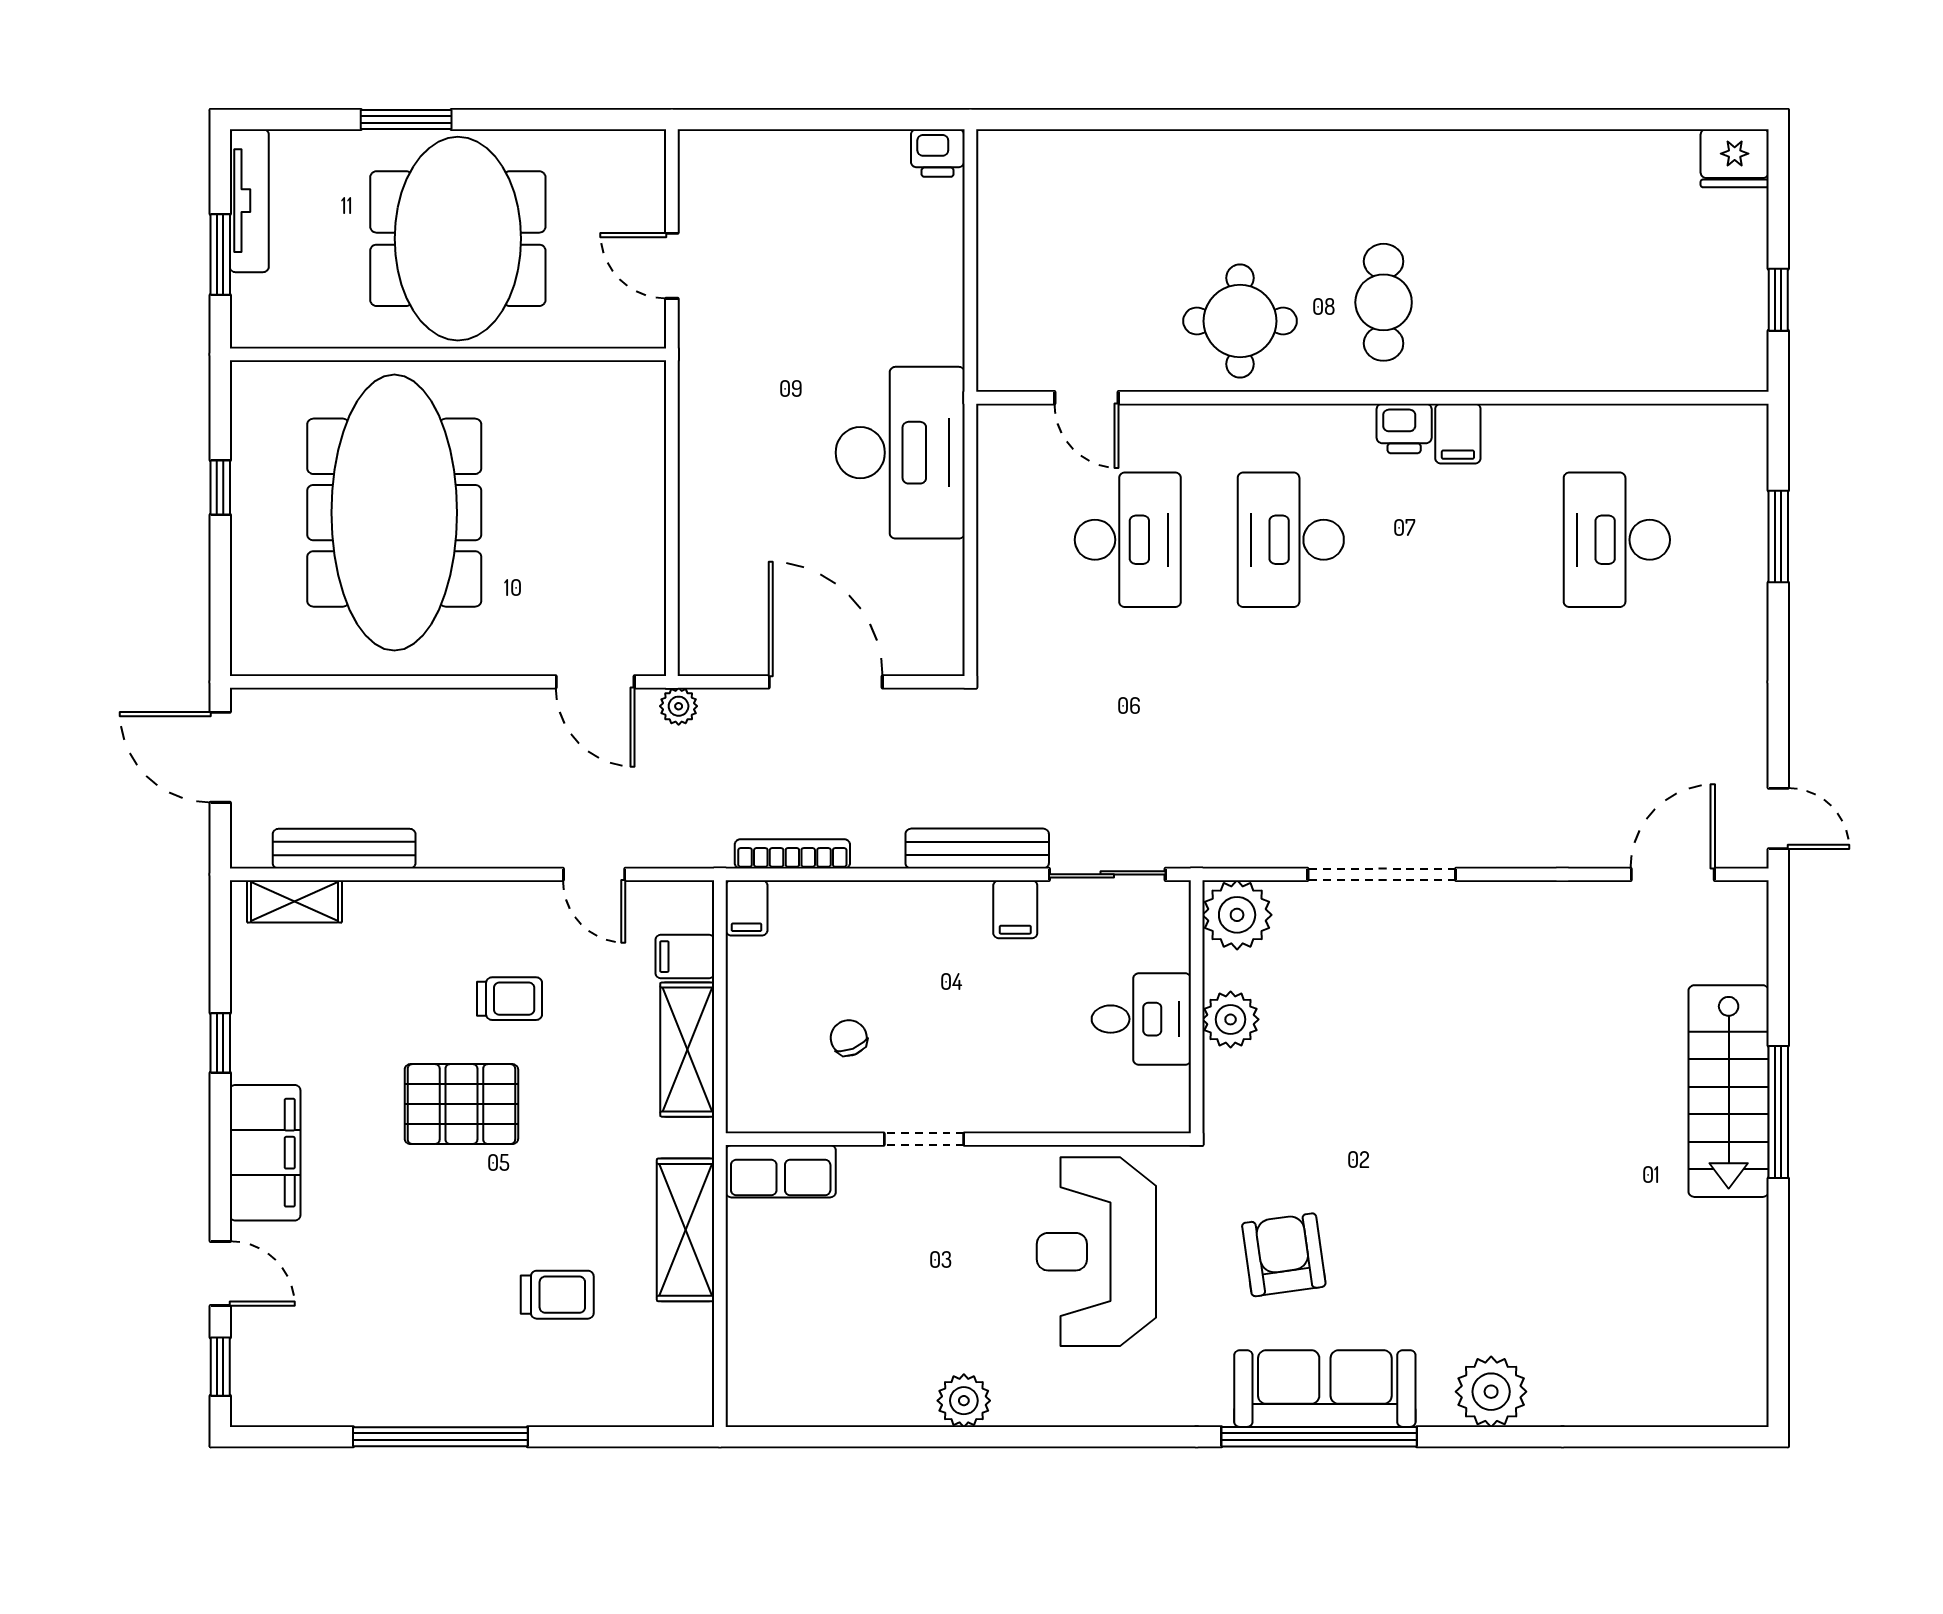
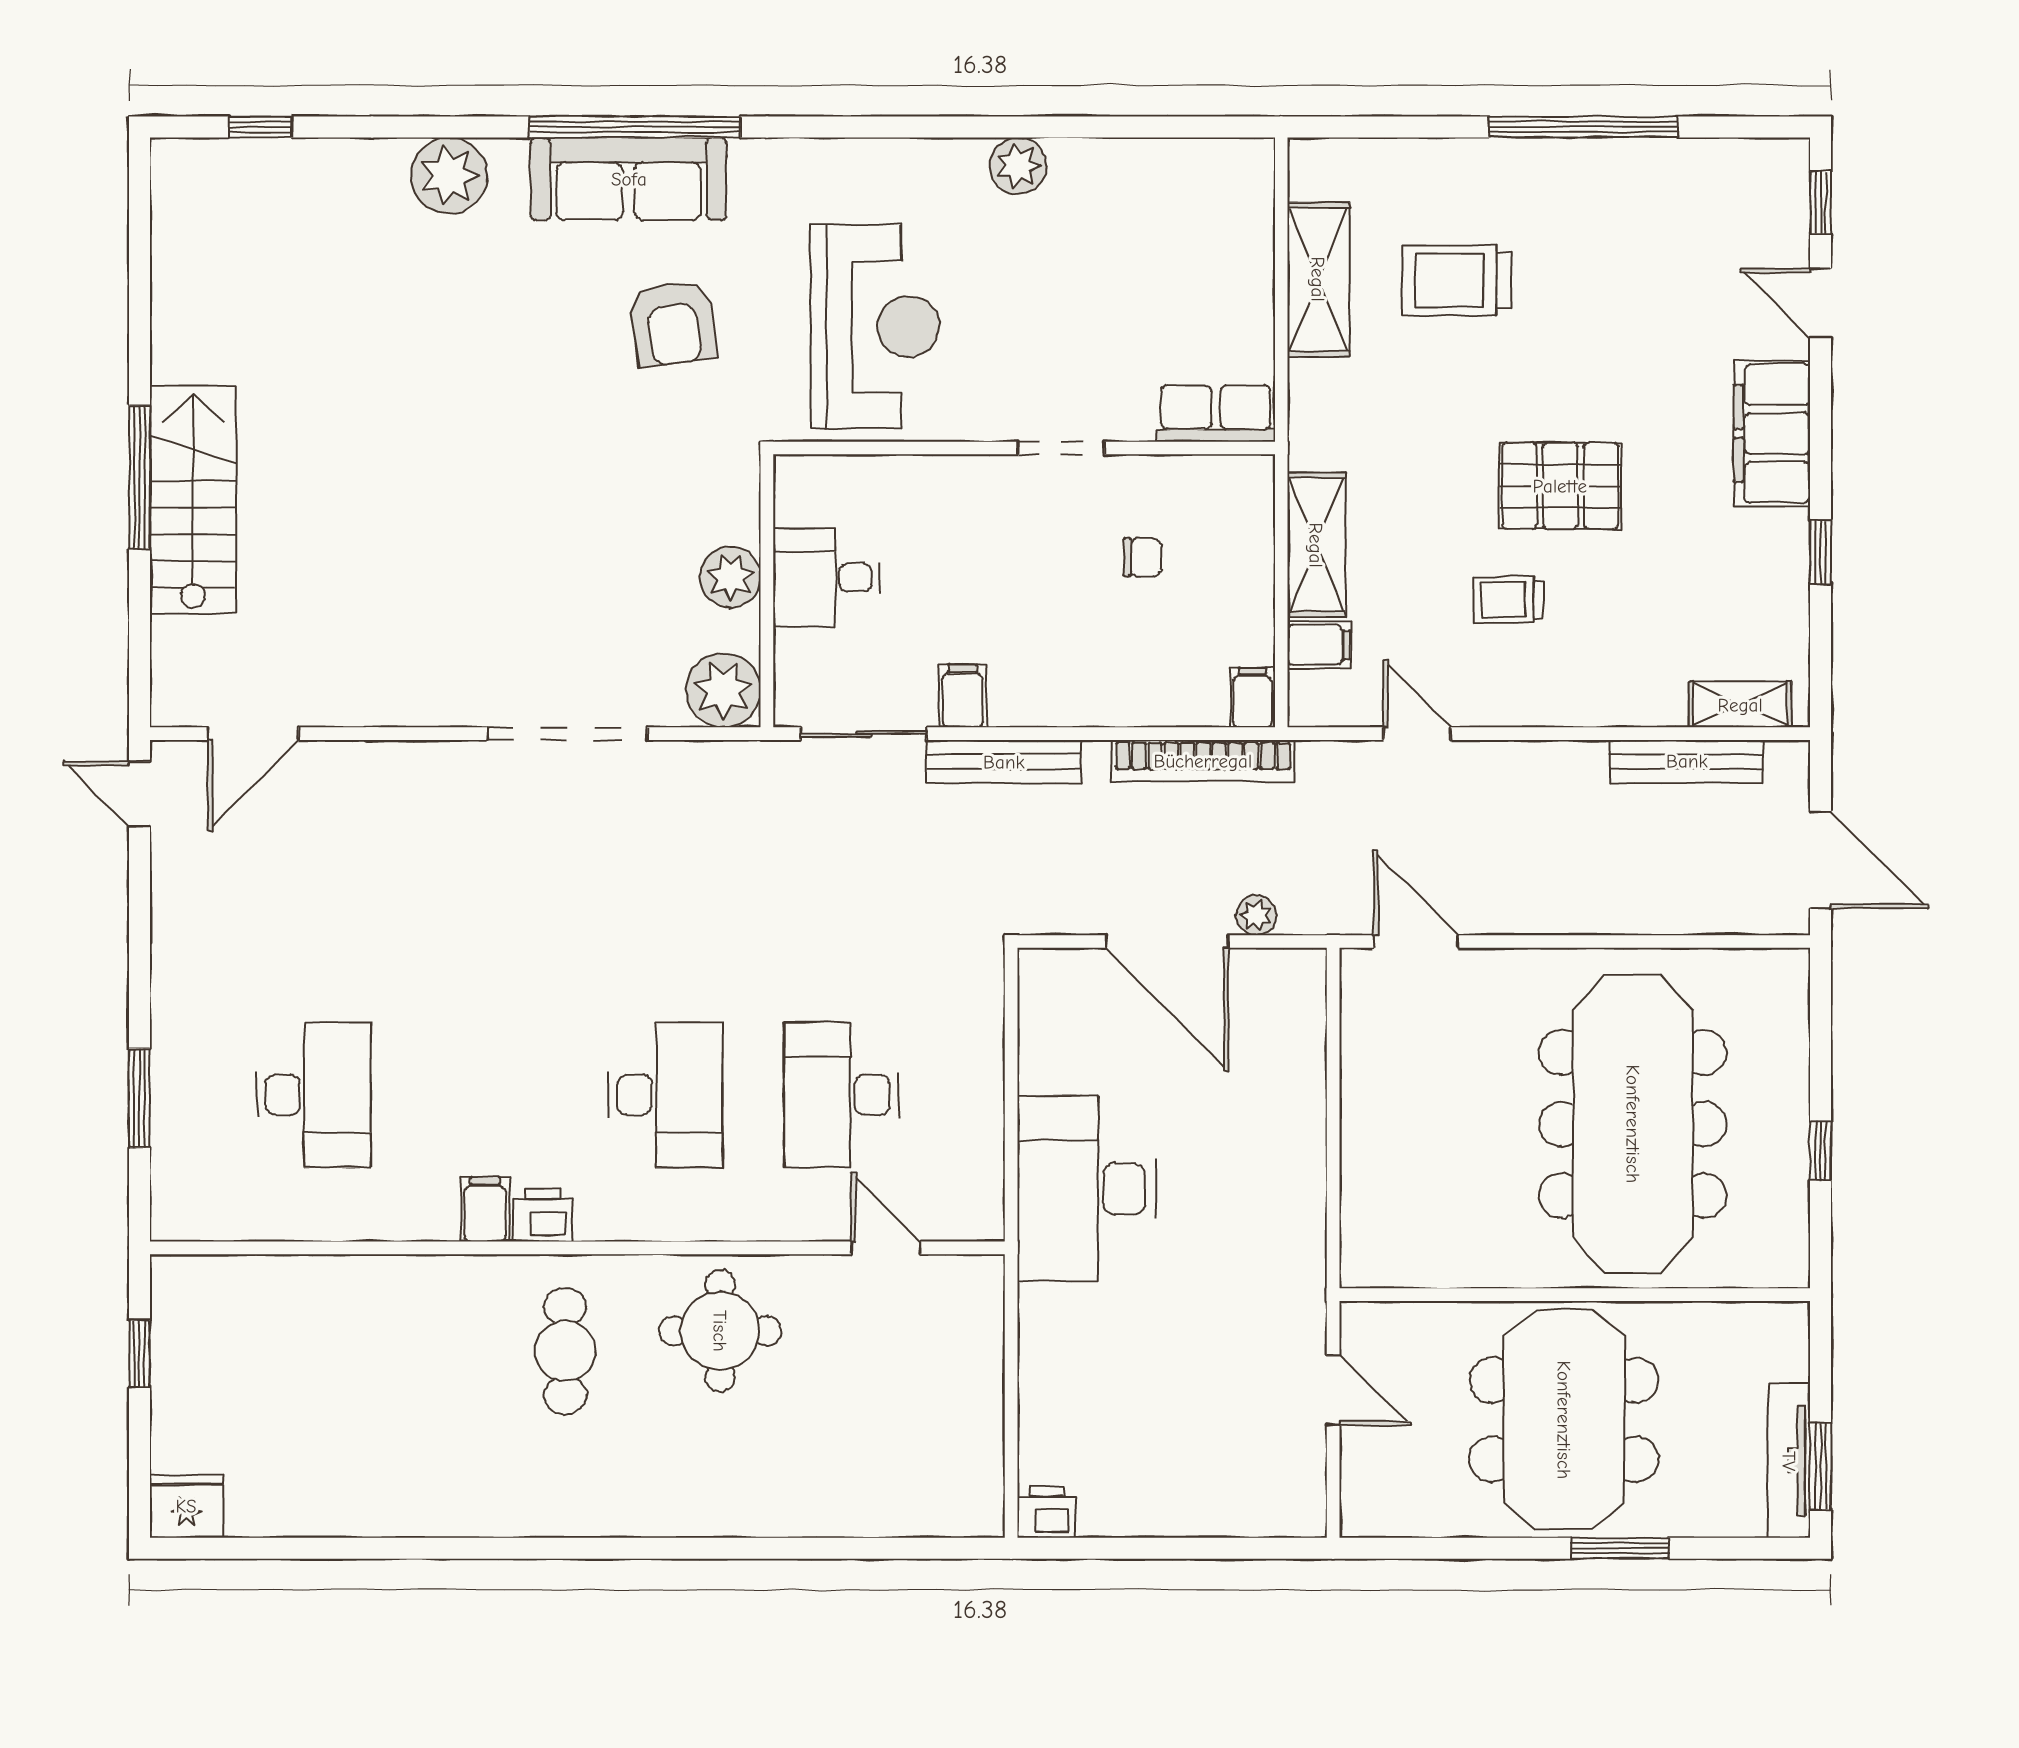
window: (220, 254) -> (1820, 1466), moved
plant: (679, 706) -> (1256, 915), moved
bookcase: (792, 854) -> (1203, 761), width x1.48, depth x1.31
chair: (849, 1038) -> (1142, 557), turned -68
shelving: (686, 1230) -> (1318, 279), moved
trolley: (557, 1295) -> (1457, 280), width x1.36, depth x1.39
window: (1666, 1437) -> (260, 127), added

